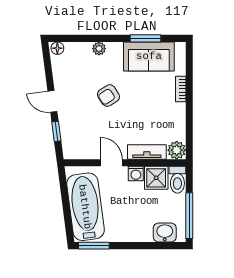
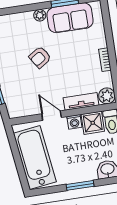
plant: (99, 49) -> (40, 15), moved
bookcase: (181, 89) -> (105, 60), moved
window: (94, 246) -> (80, 185), moved

